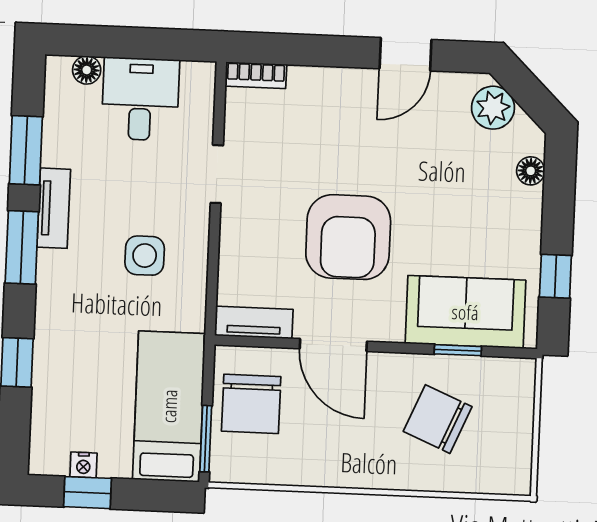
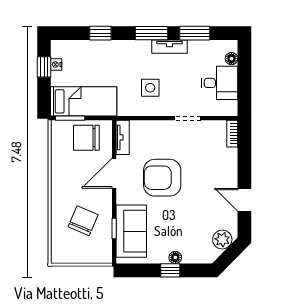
floor lamp: (531, 171) -> (175, 257), moved
window: (555, 276) -> (170, 270), moved

